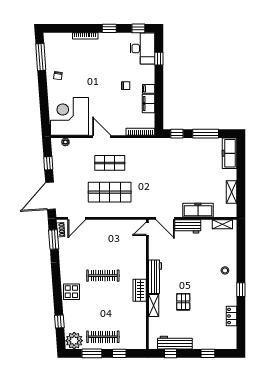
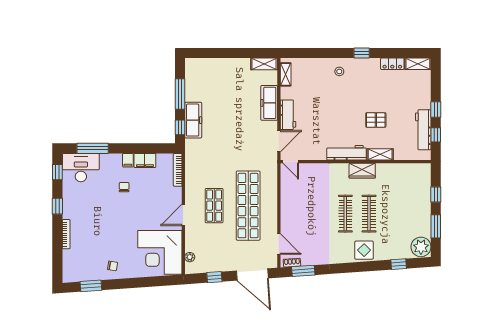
window: (41, 57) -> (91, 286), width x0.69
window: (159, 59) -> (93, 148), width x2.17
freezer: (229, 153) -> (193, 120), moved, turned -90
shop shelf: (110, 192) -> (248, 206), width x1.40
shelving: (231, 192) -> (264, 64), moved
clothes rail: (103, 337) -> (369, 214), moved
shelving: (232, 338) -> (418, 64), added
window: (208, 353) -> (436, 110), moved

